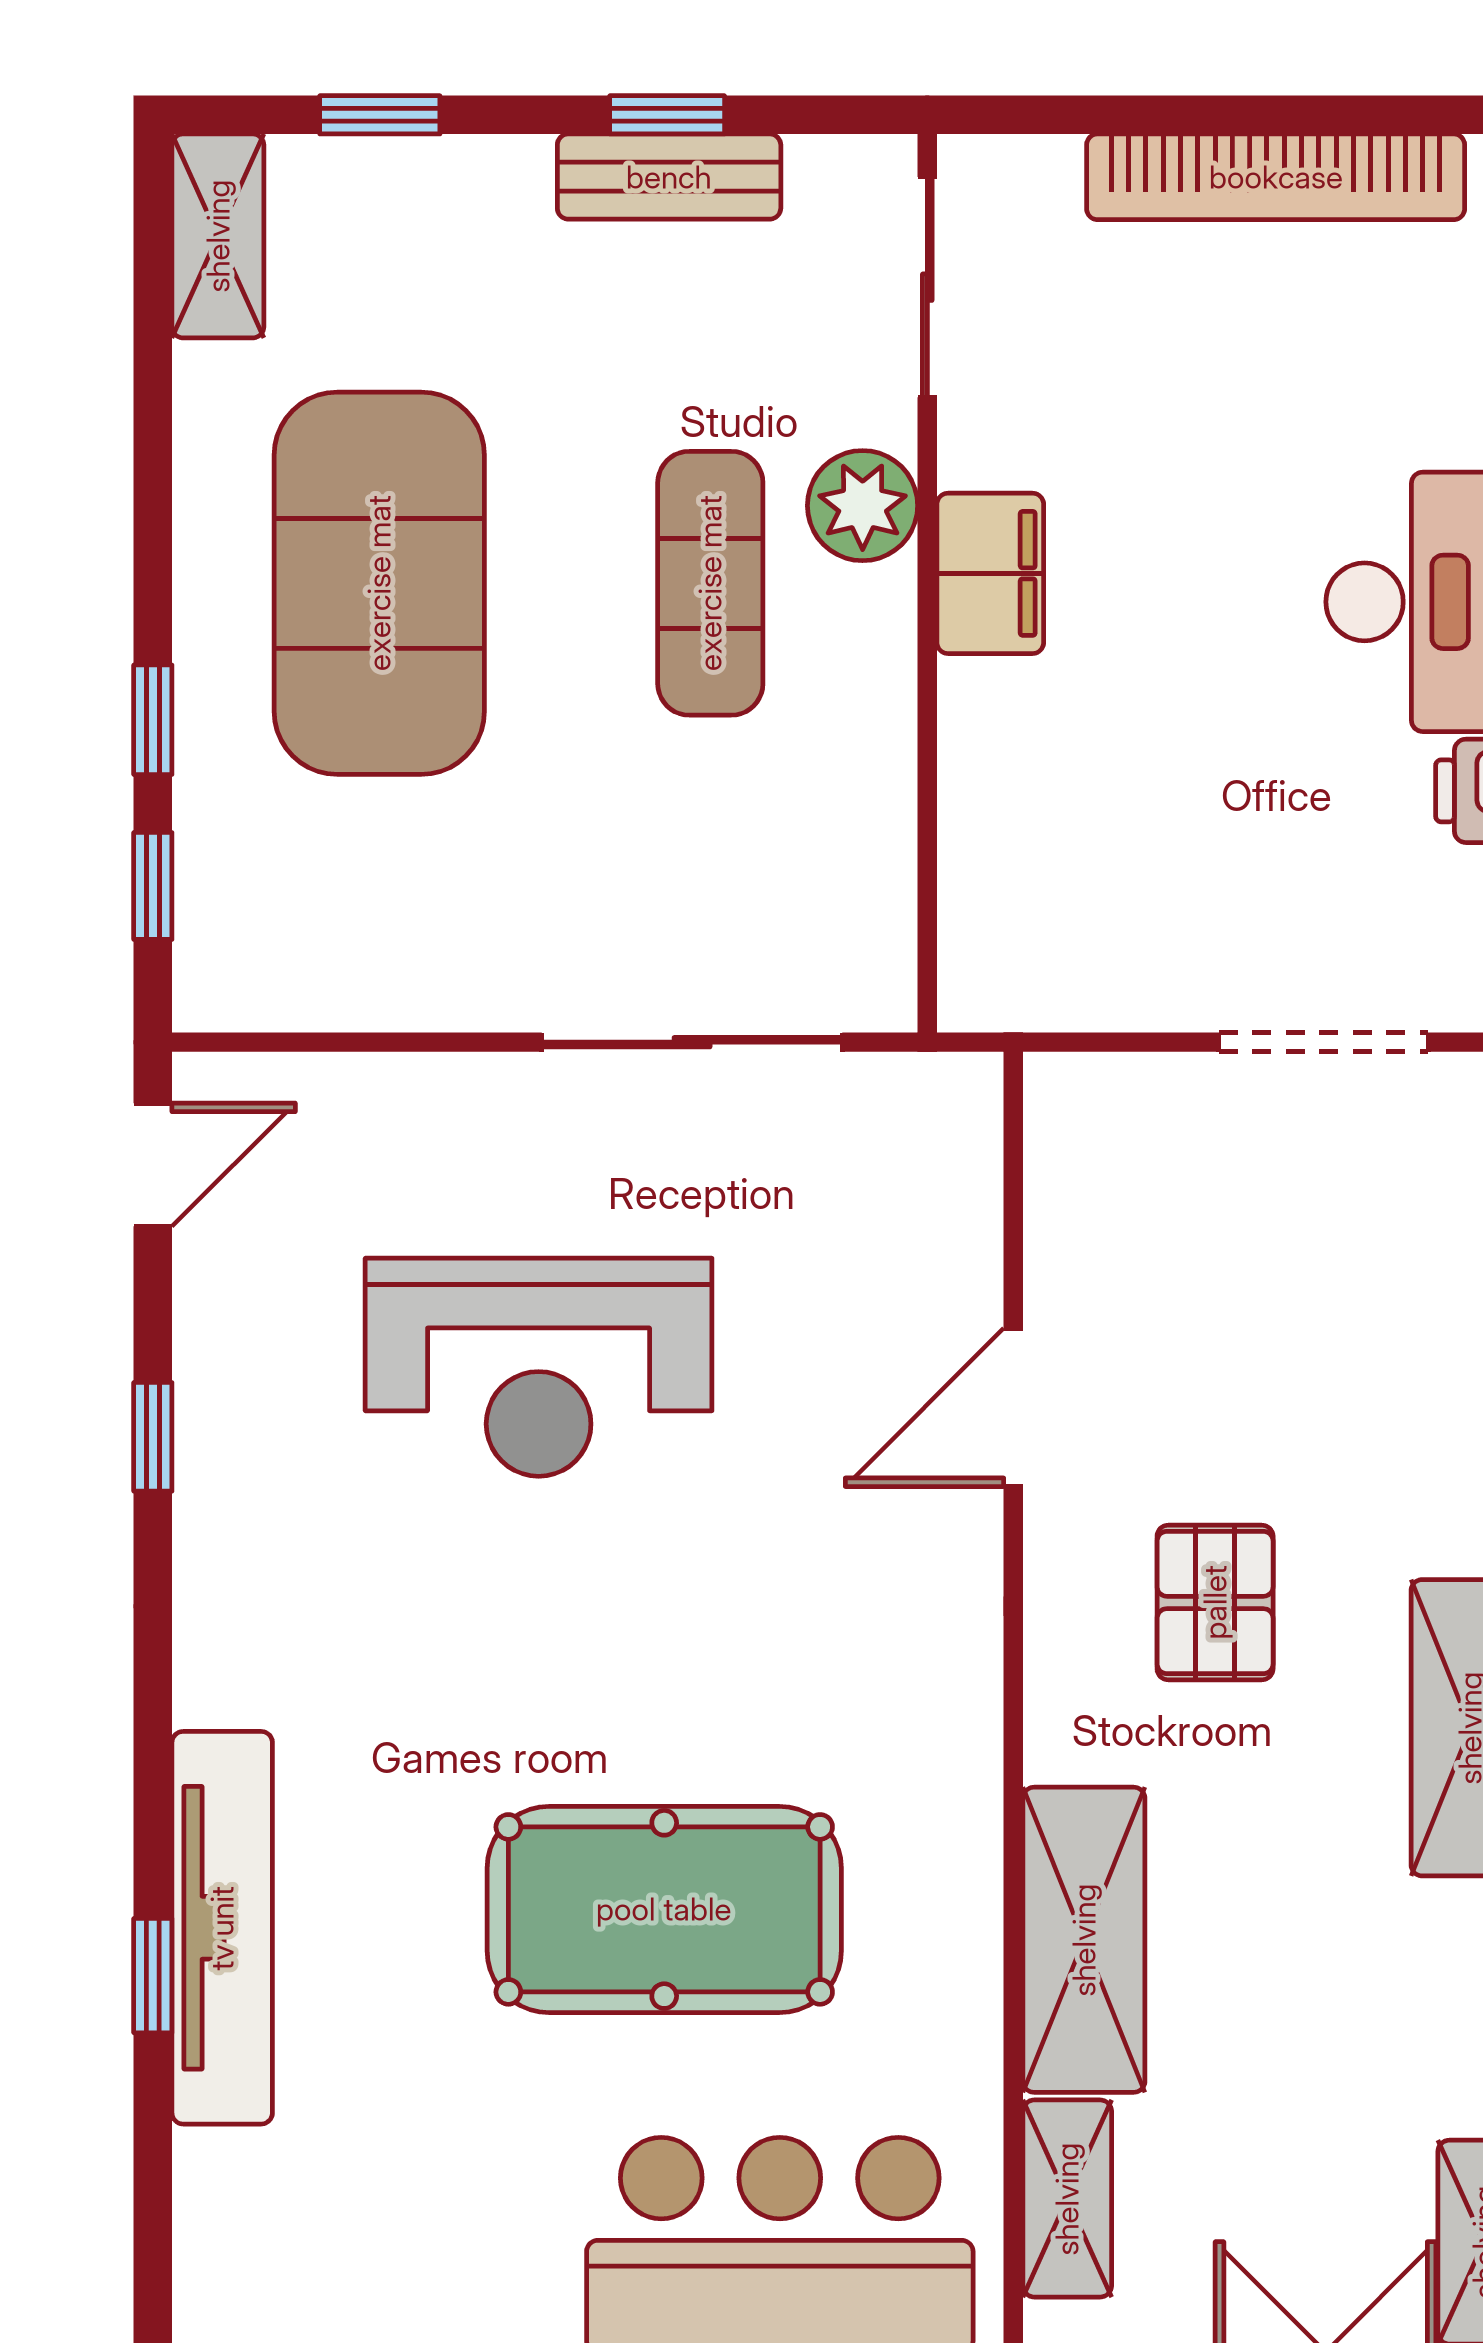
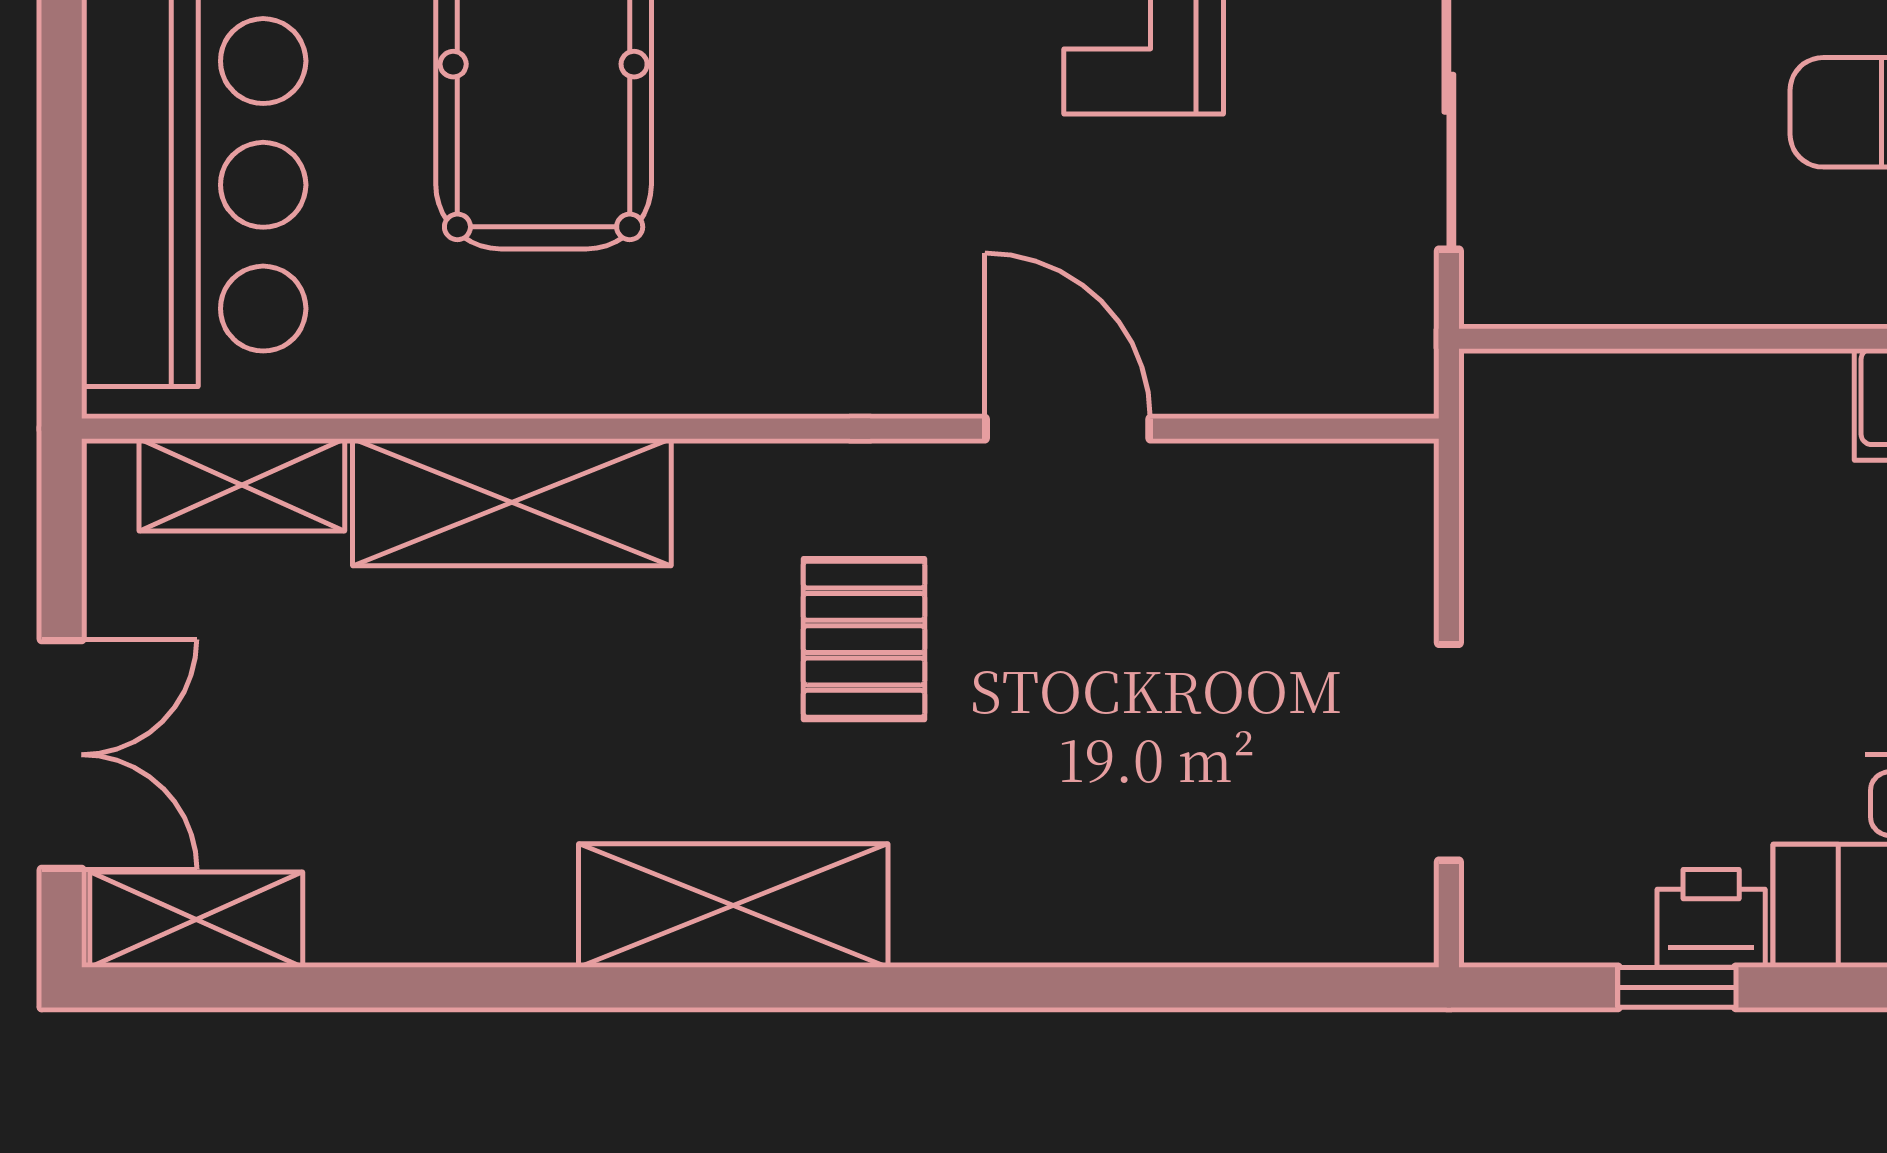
pallet: (1215, 1602) -> (864, 639), turned 90

